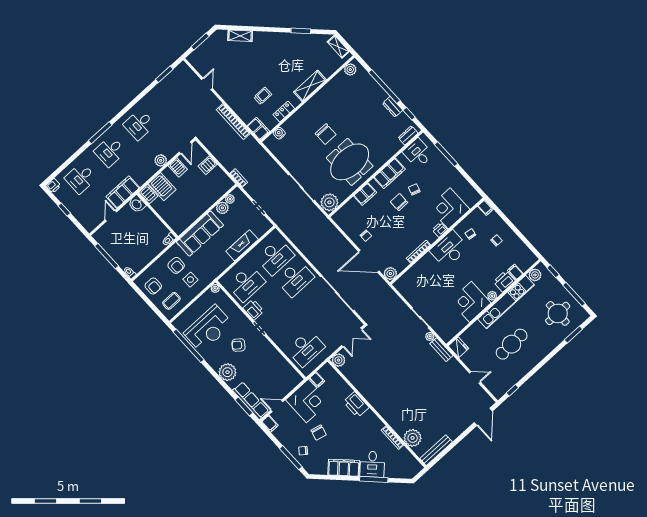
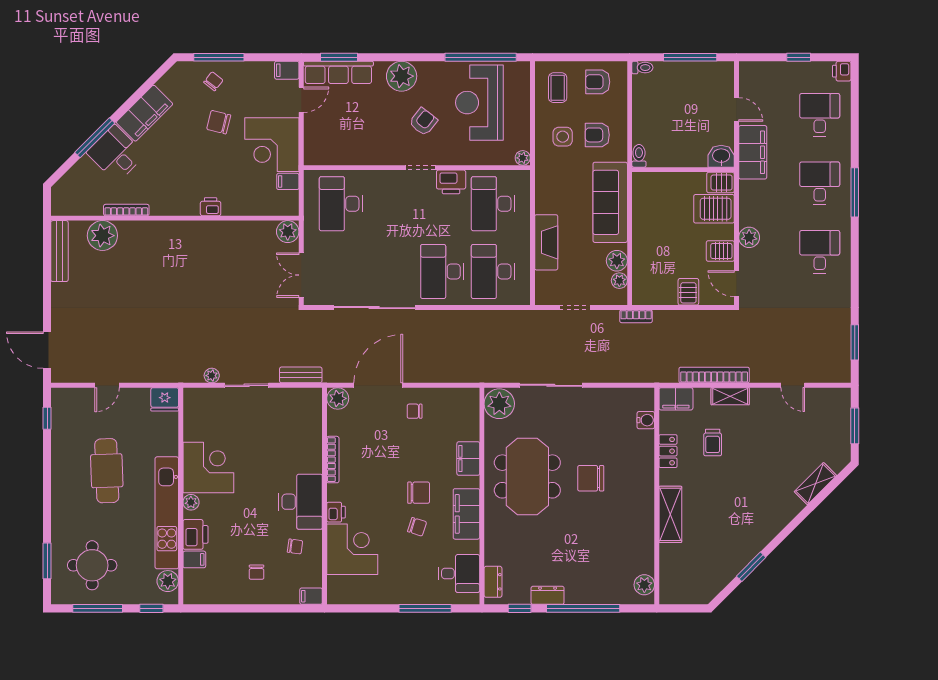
shelving: (338, 47) -> (730, 396), moved
bench: (441, 350) -> (301, 375), moved
printer: (356, 405) -> (211, 207), width x0.53, depth x0.68

